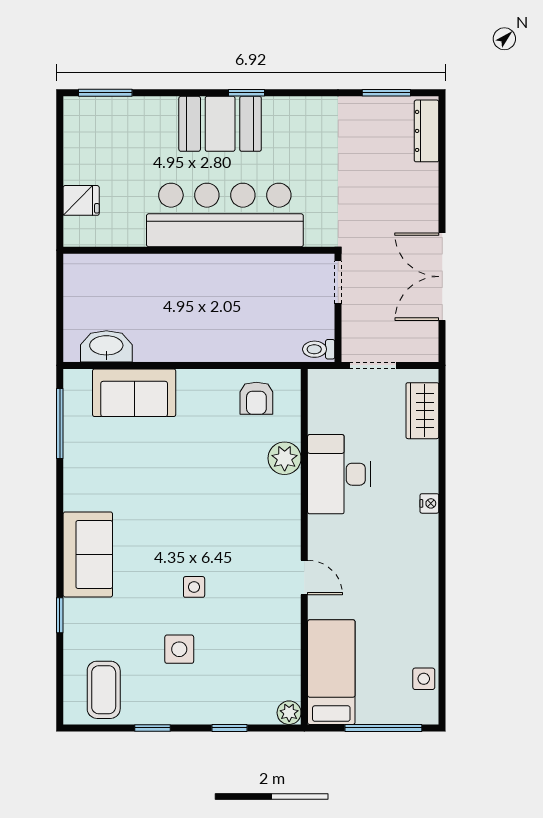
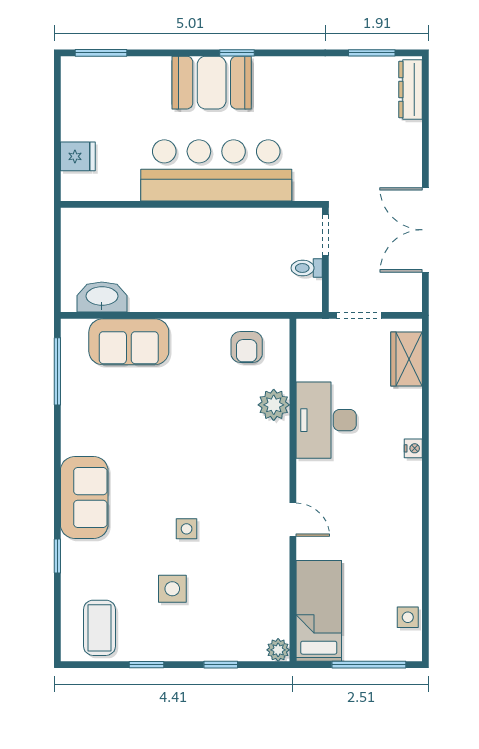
toilet: (319, 349) -> (307, 268), moved

